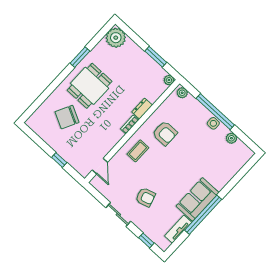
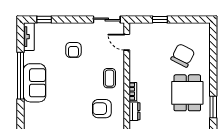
armchair: (145, 197) -> (73, 50), turned -73
sliding door: (118, 215) -> (107, 19), moved
tv unit: (178, 229) -> (29, 37), moved

